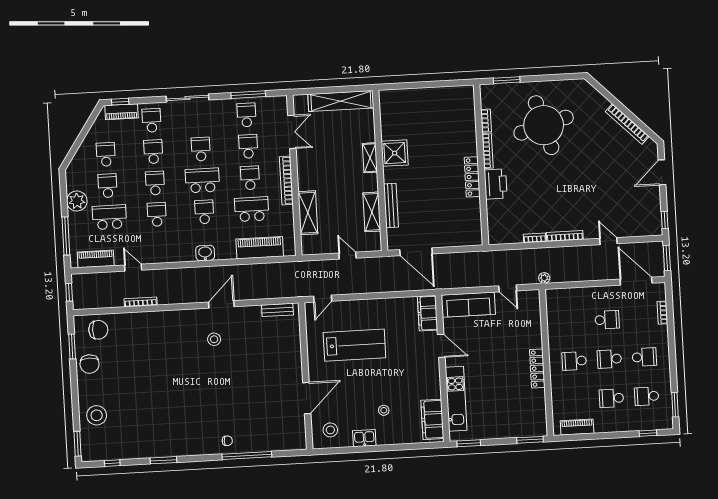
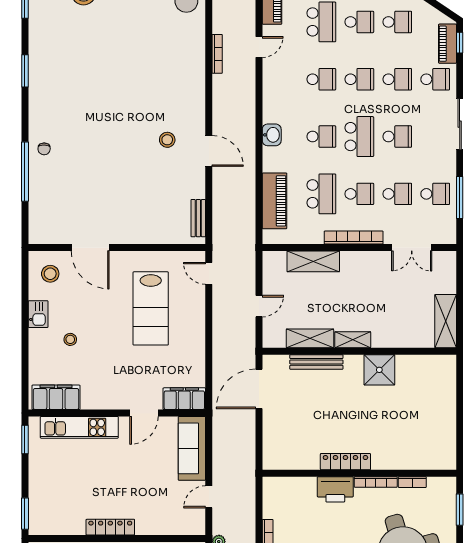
shelving: (341, 101) -> (446, 321), width x0.68
shelving: (370, 158) -> (353, 340), moved

